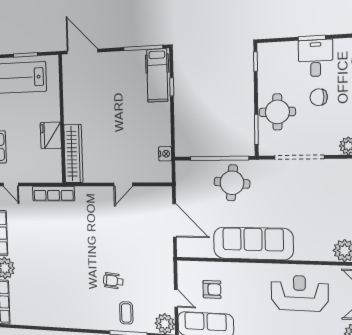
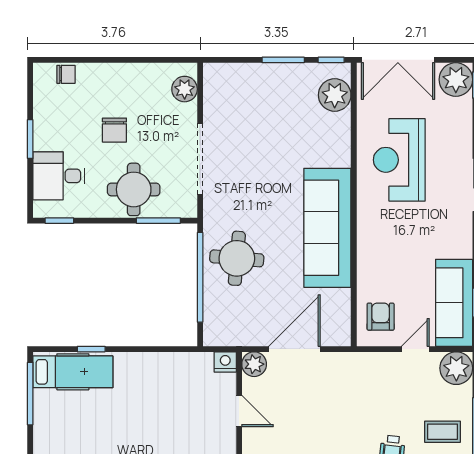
desk: (316, 58) -> (59, 176), moved
nightstand: (165, 154) -> (225, 362), moved
door: (123, 184) -> (239, 411), moved
plant: (165, 194) -> (254, 364), added
armchair: (212, 289) -> (381, 317), moved

